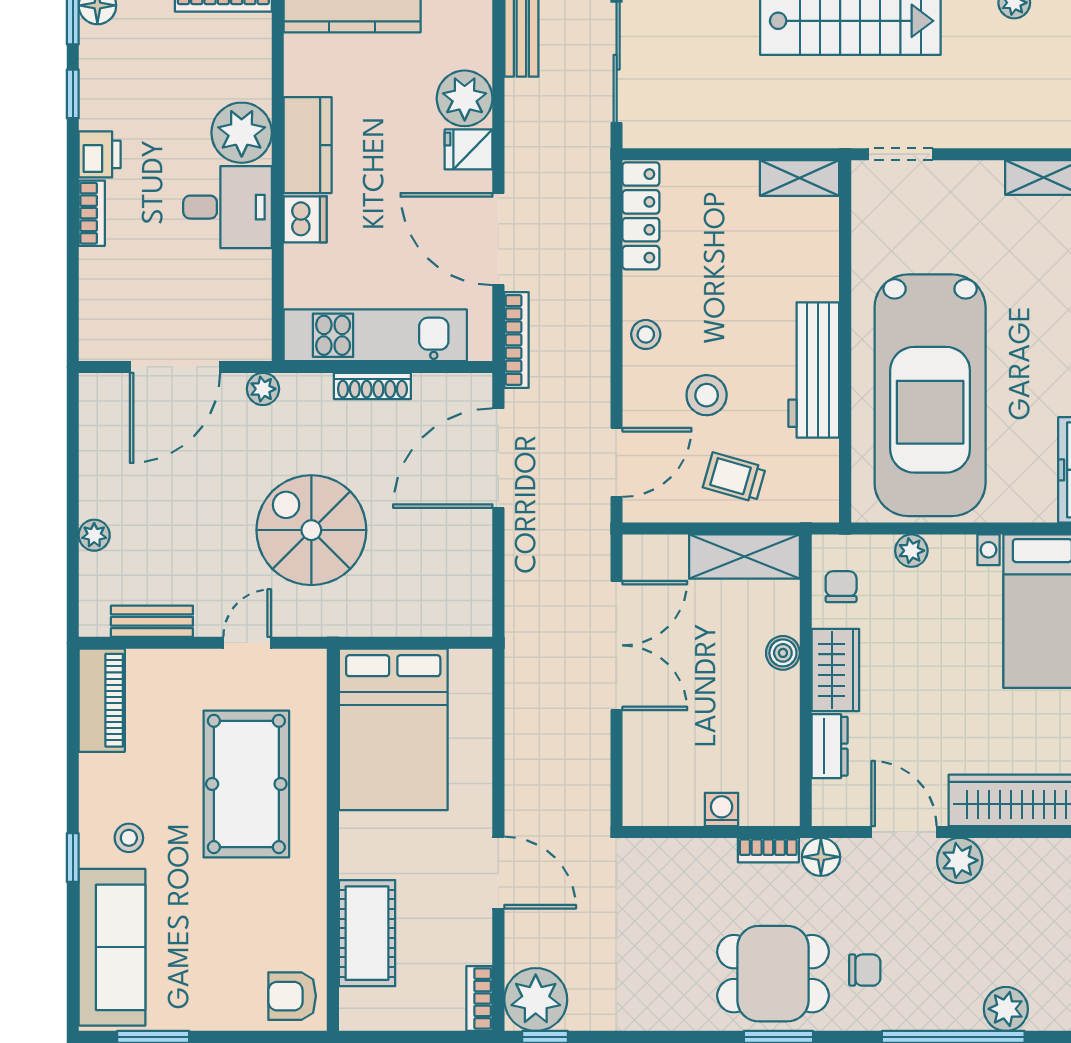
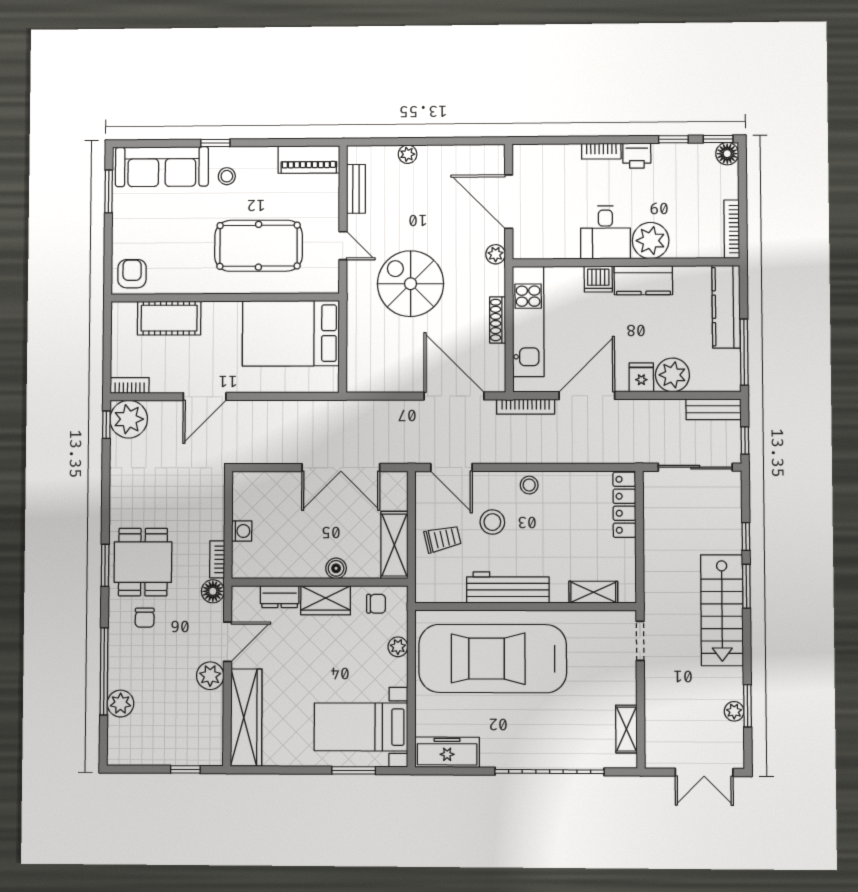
shelving: (800, 178) -> (593, 592), moved, turned 90
locker: (641, 216) -> (624, 505), moved, turned 90
trolley: (734, 477) -> (442, 539), turned 61
spiral stairs: (311, 530) -> (411, 284), turned -90

